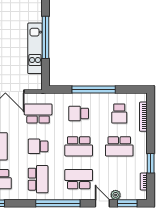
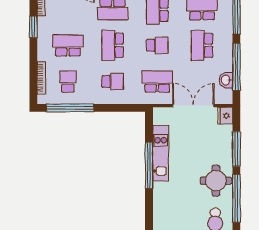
window: (94, 89) -> (70, 108), moved
school desk: (38, 113) -> (157, 81), turned 180
school desk: (79, 146) -> (113, 45), turned -90

